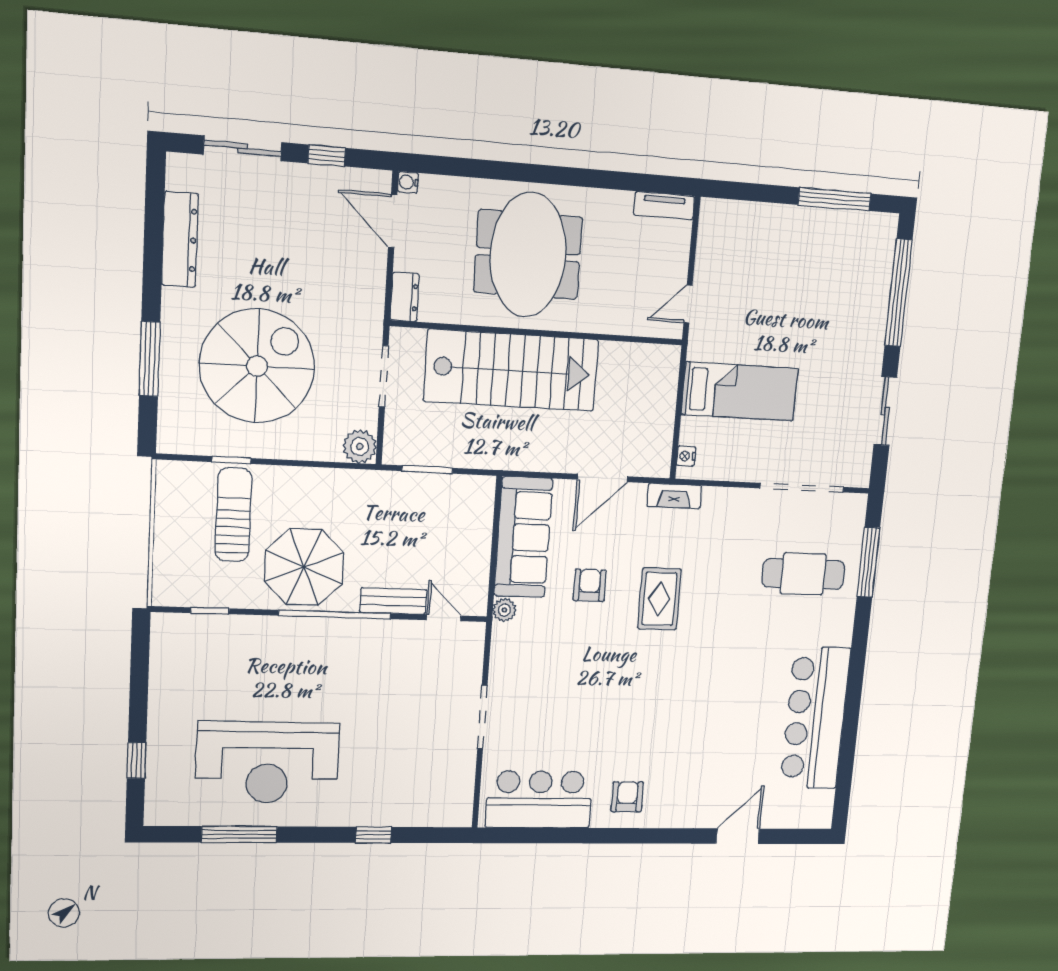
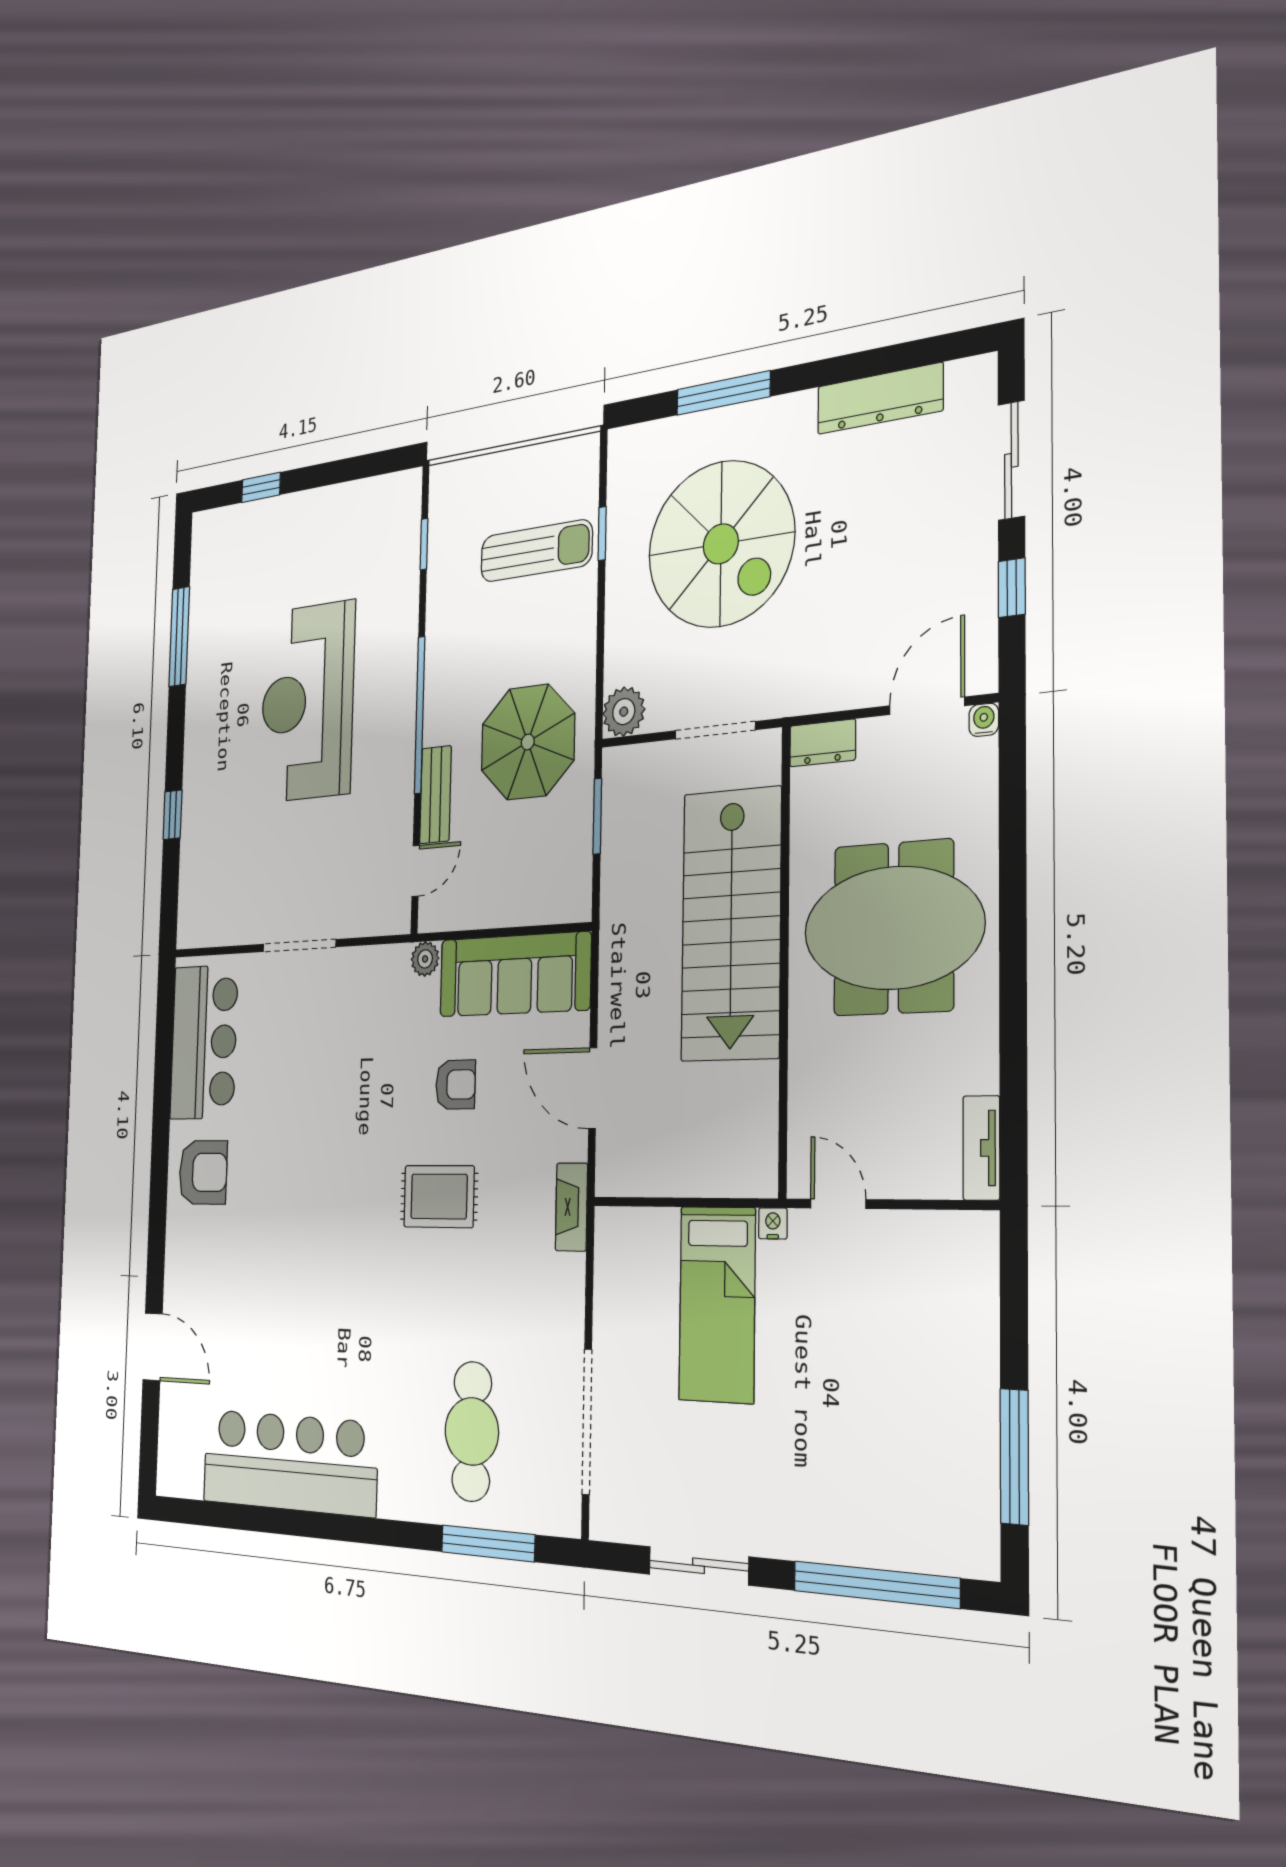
nightstand: (686, 456) -> (773, 1223), moved
parasol: (304, 567) -> (528, 742), moved
reception desk: (268, 763) -> (307, 702), moved
armchair: (627, 797) -> (203, 1172), width x1.38, depth x1.38

